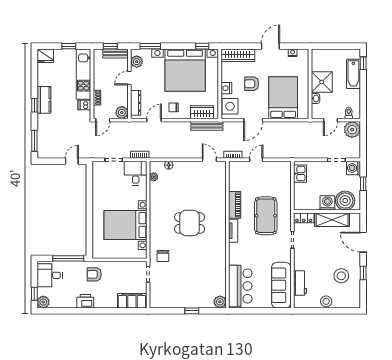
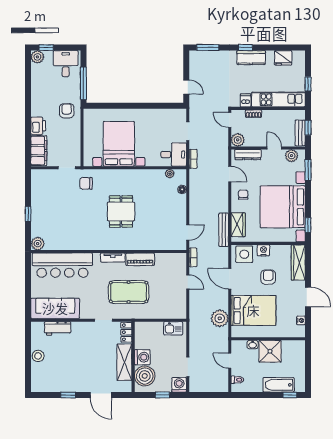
fridge: (45, 56) -> (283, 58), moved, turned -90
plant: (352, 130) -> (220, 318), moved
door: (363, 242) -> (101, 395), swing flipped
stool: (341, 276) -> (65, 372), removed
bar counter: (240, 286) -> (62, 265), width x1.36
printer: (85, 301) -> (38, 126), moved

